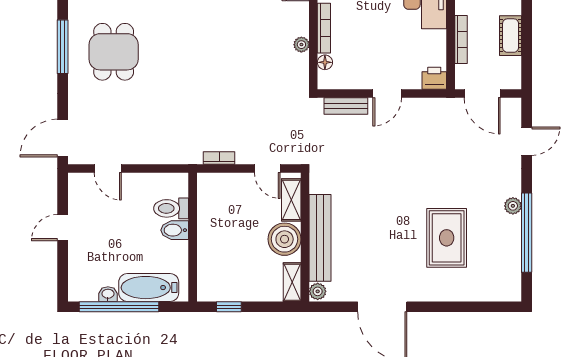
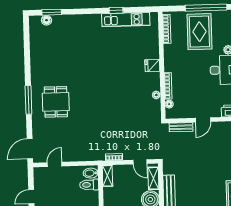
door: (108, 168) -> (55, 164), swing flipped
shelving: (206, 193) -> (107, 176), added
bidet: (175, 230) -> (91, 173), moved

